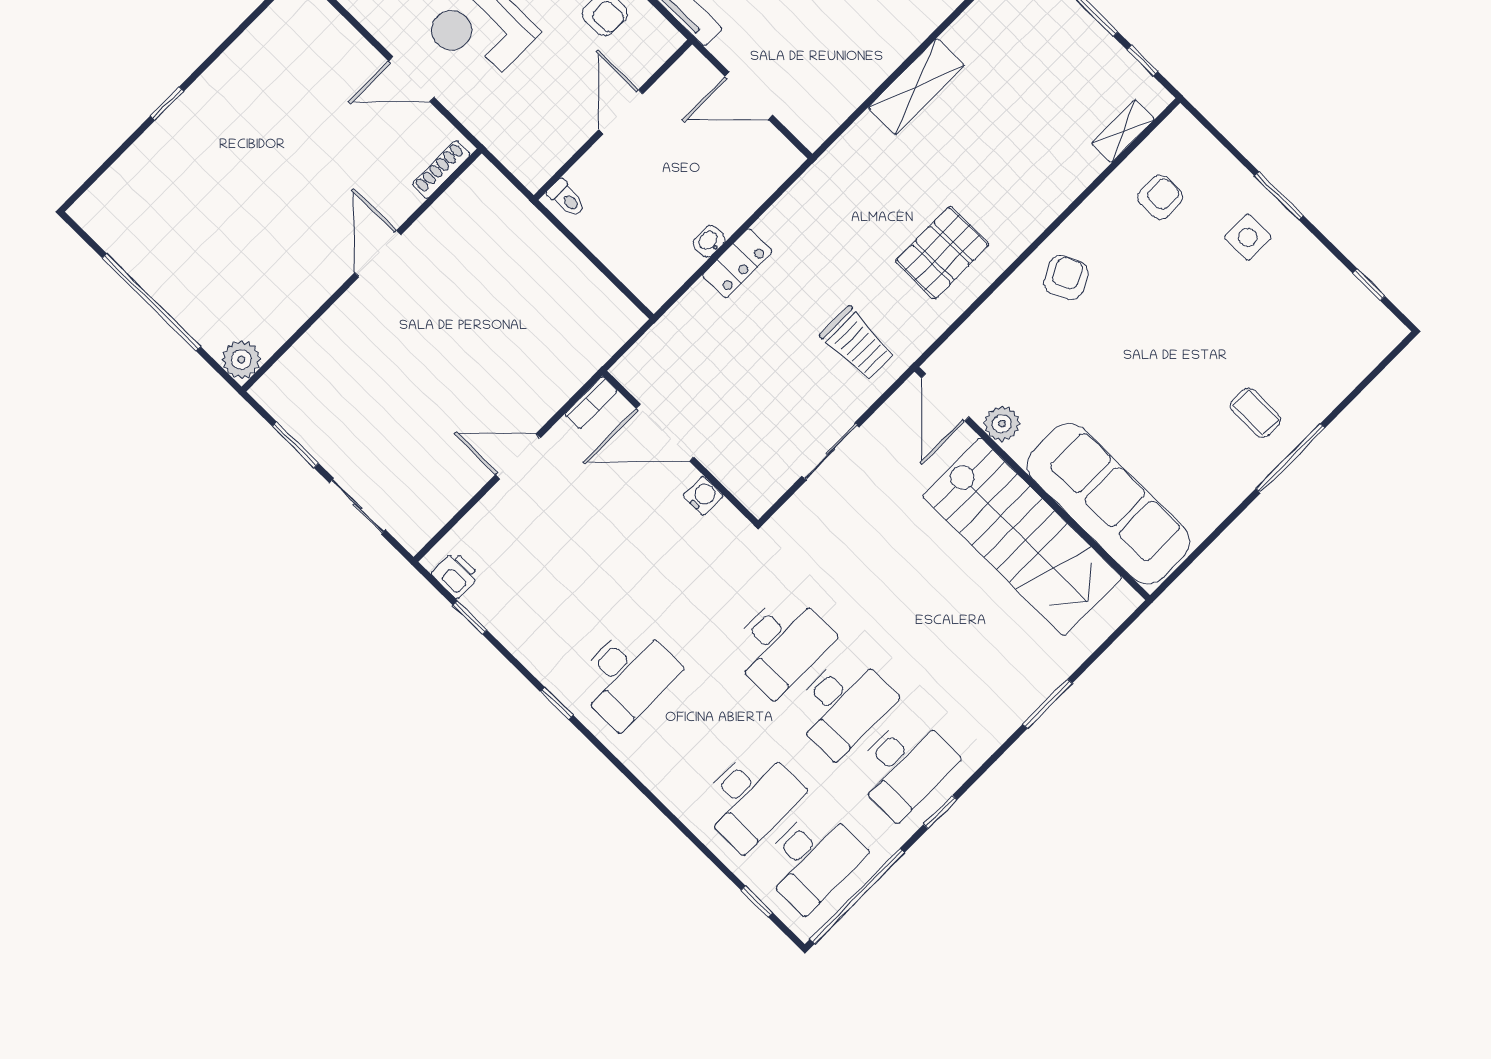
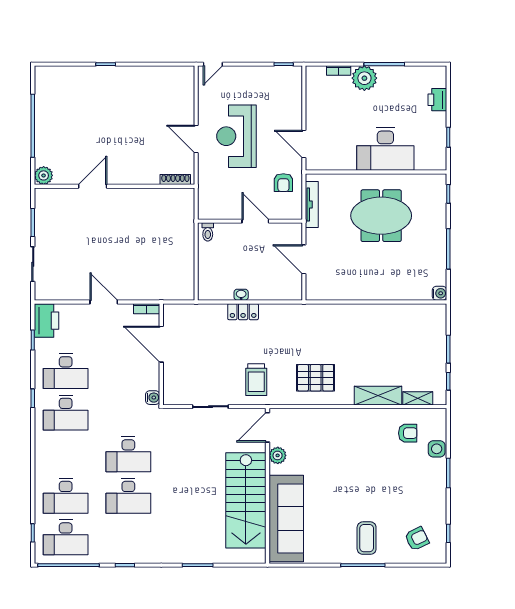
shelving: (916, 86) -> (378, 396), moved
door: (621, 112) -> (255, 221), hinge flipped
side table: (1248, 237) -> (437, 449), moved
door: (378, 254) -> (93, 186), moved
armchair: (1066, 278) -> (417, 539), moved
coffee table: (1256, 413) -> (367, 538), width x1.36, depth x1.30
water cooler: (703, 496) -> (153, 398), moved
printer: (456, 575) -> (46, 321), width x1.87, depth x1.48
desk: (904, 766) -> (66, 371), moved

